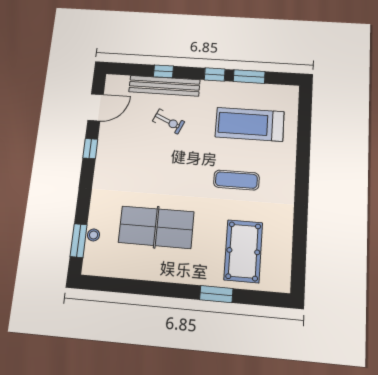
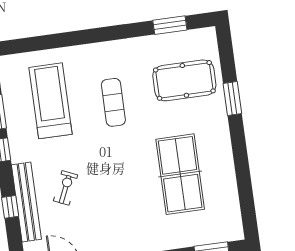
treadmill: (250, 124) -> (50, 101), turned 180
stool: (94, 235) -> (203, 237), removed
window: (299, 249) -> (170, 25), added

